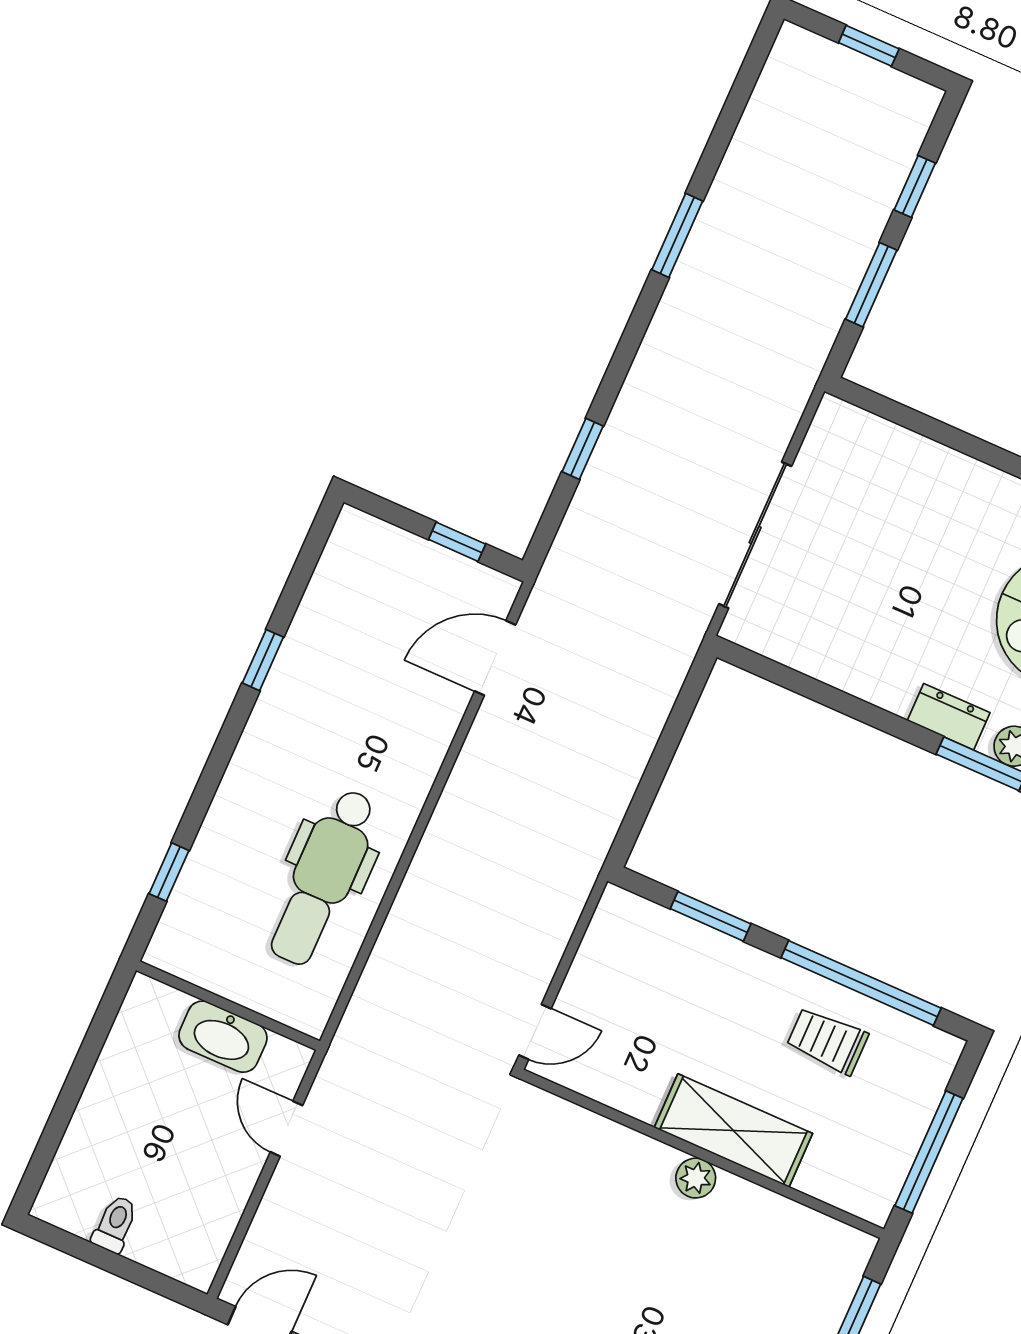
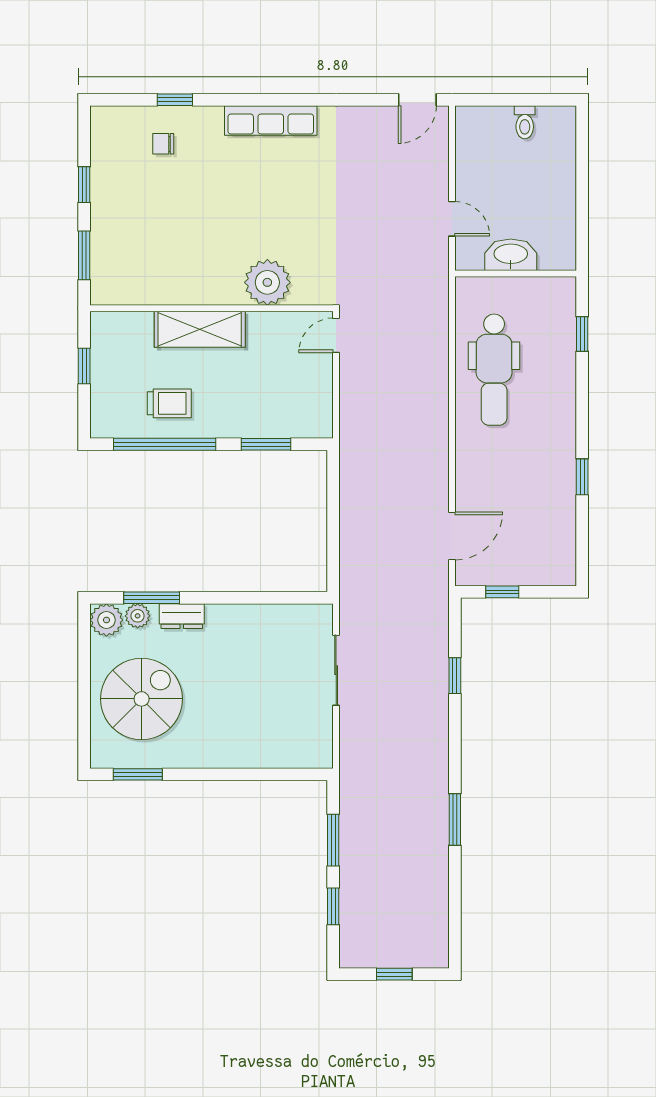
sliding door: (755, 535) -> (336, 670), width x0.73
dental chair: (323, 877) -> (494, 370), turned 180
window: (929, 1152) -> (84, 366), width x0.46
plant: (696, 1178) -> (267, 282), moved, width x1.88, depth x1.88

